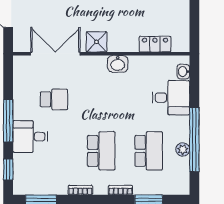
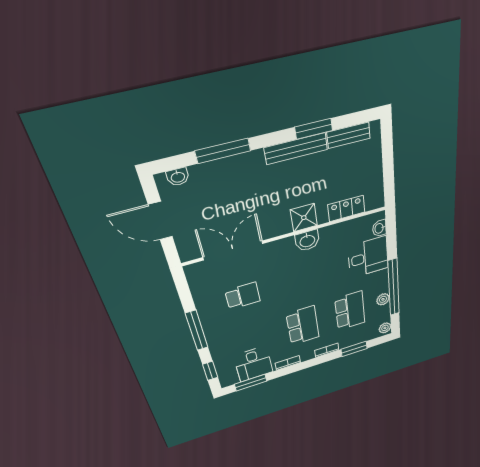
shower: (97, 42) -> (304, 218), moved
desk: (30, 137) -> (253, 364), moved, turned -90
plant: (183, 185) -> (385, 328), added

